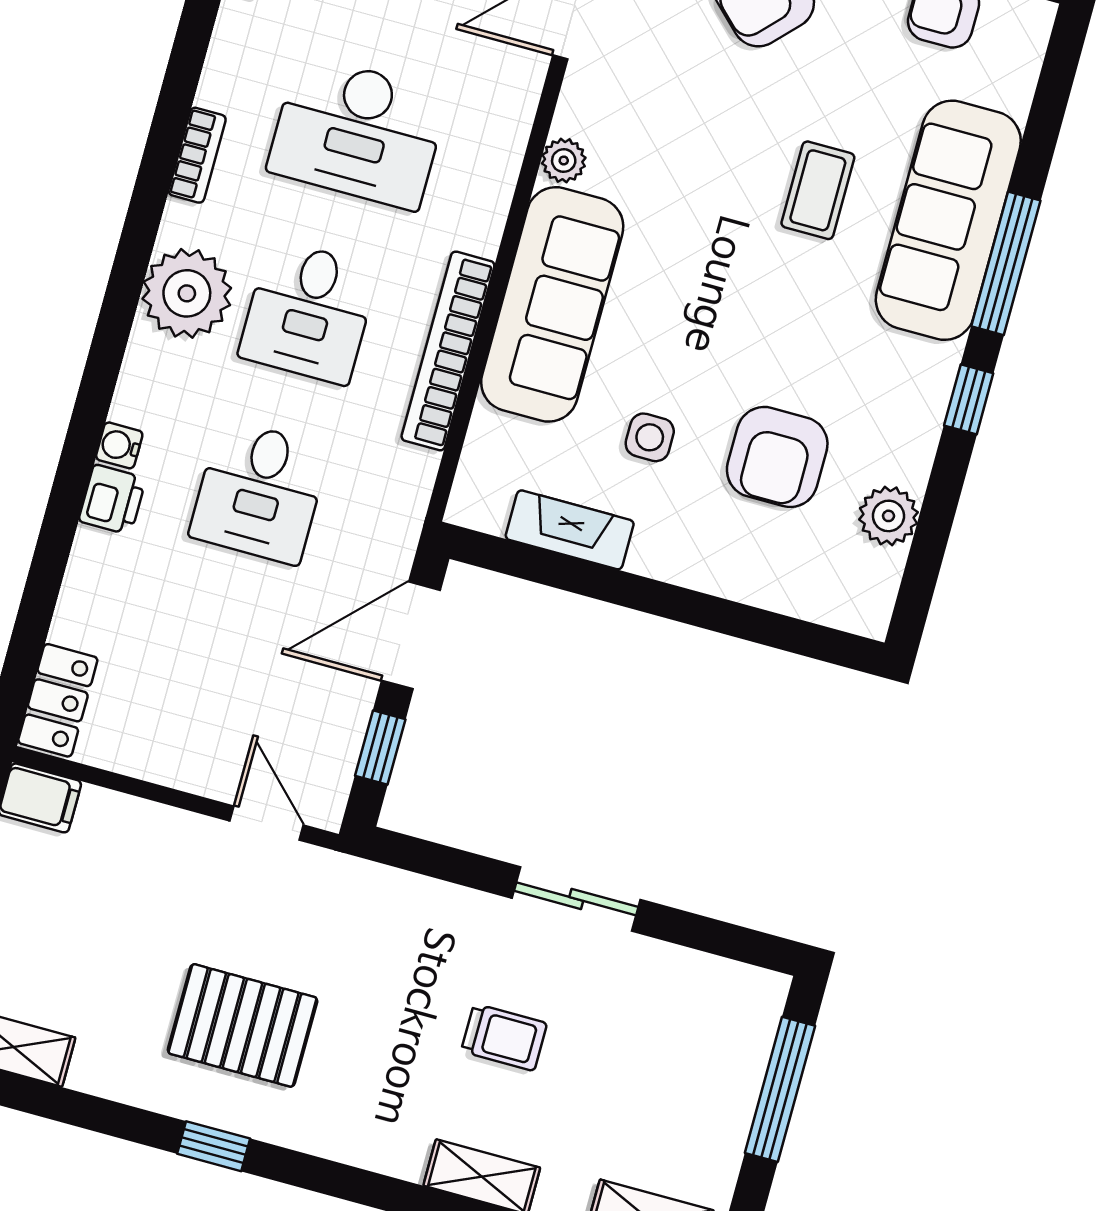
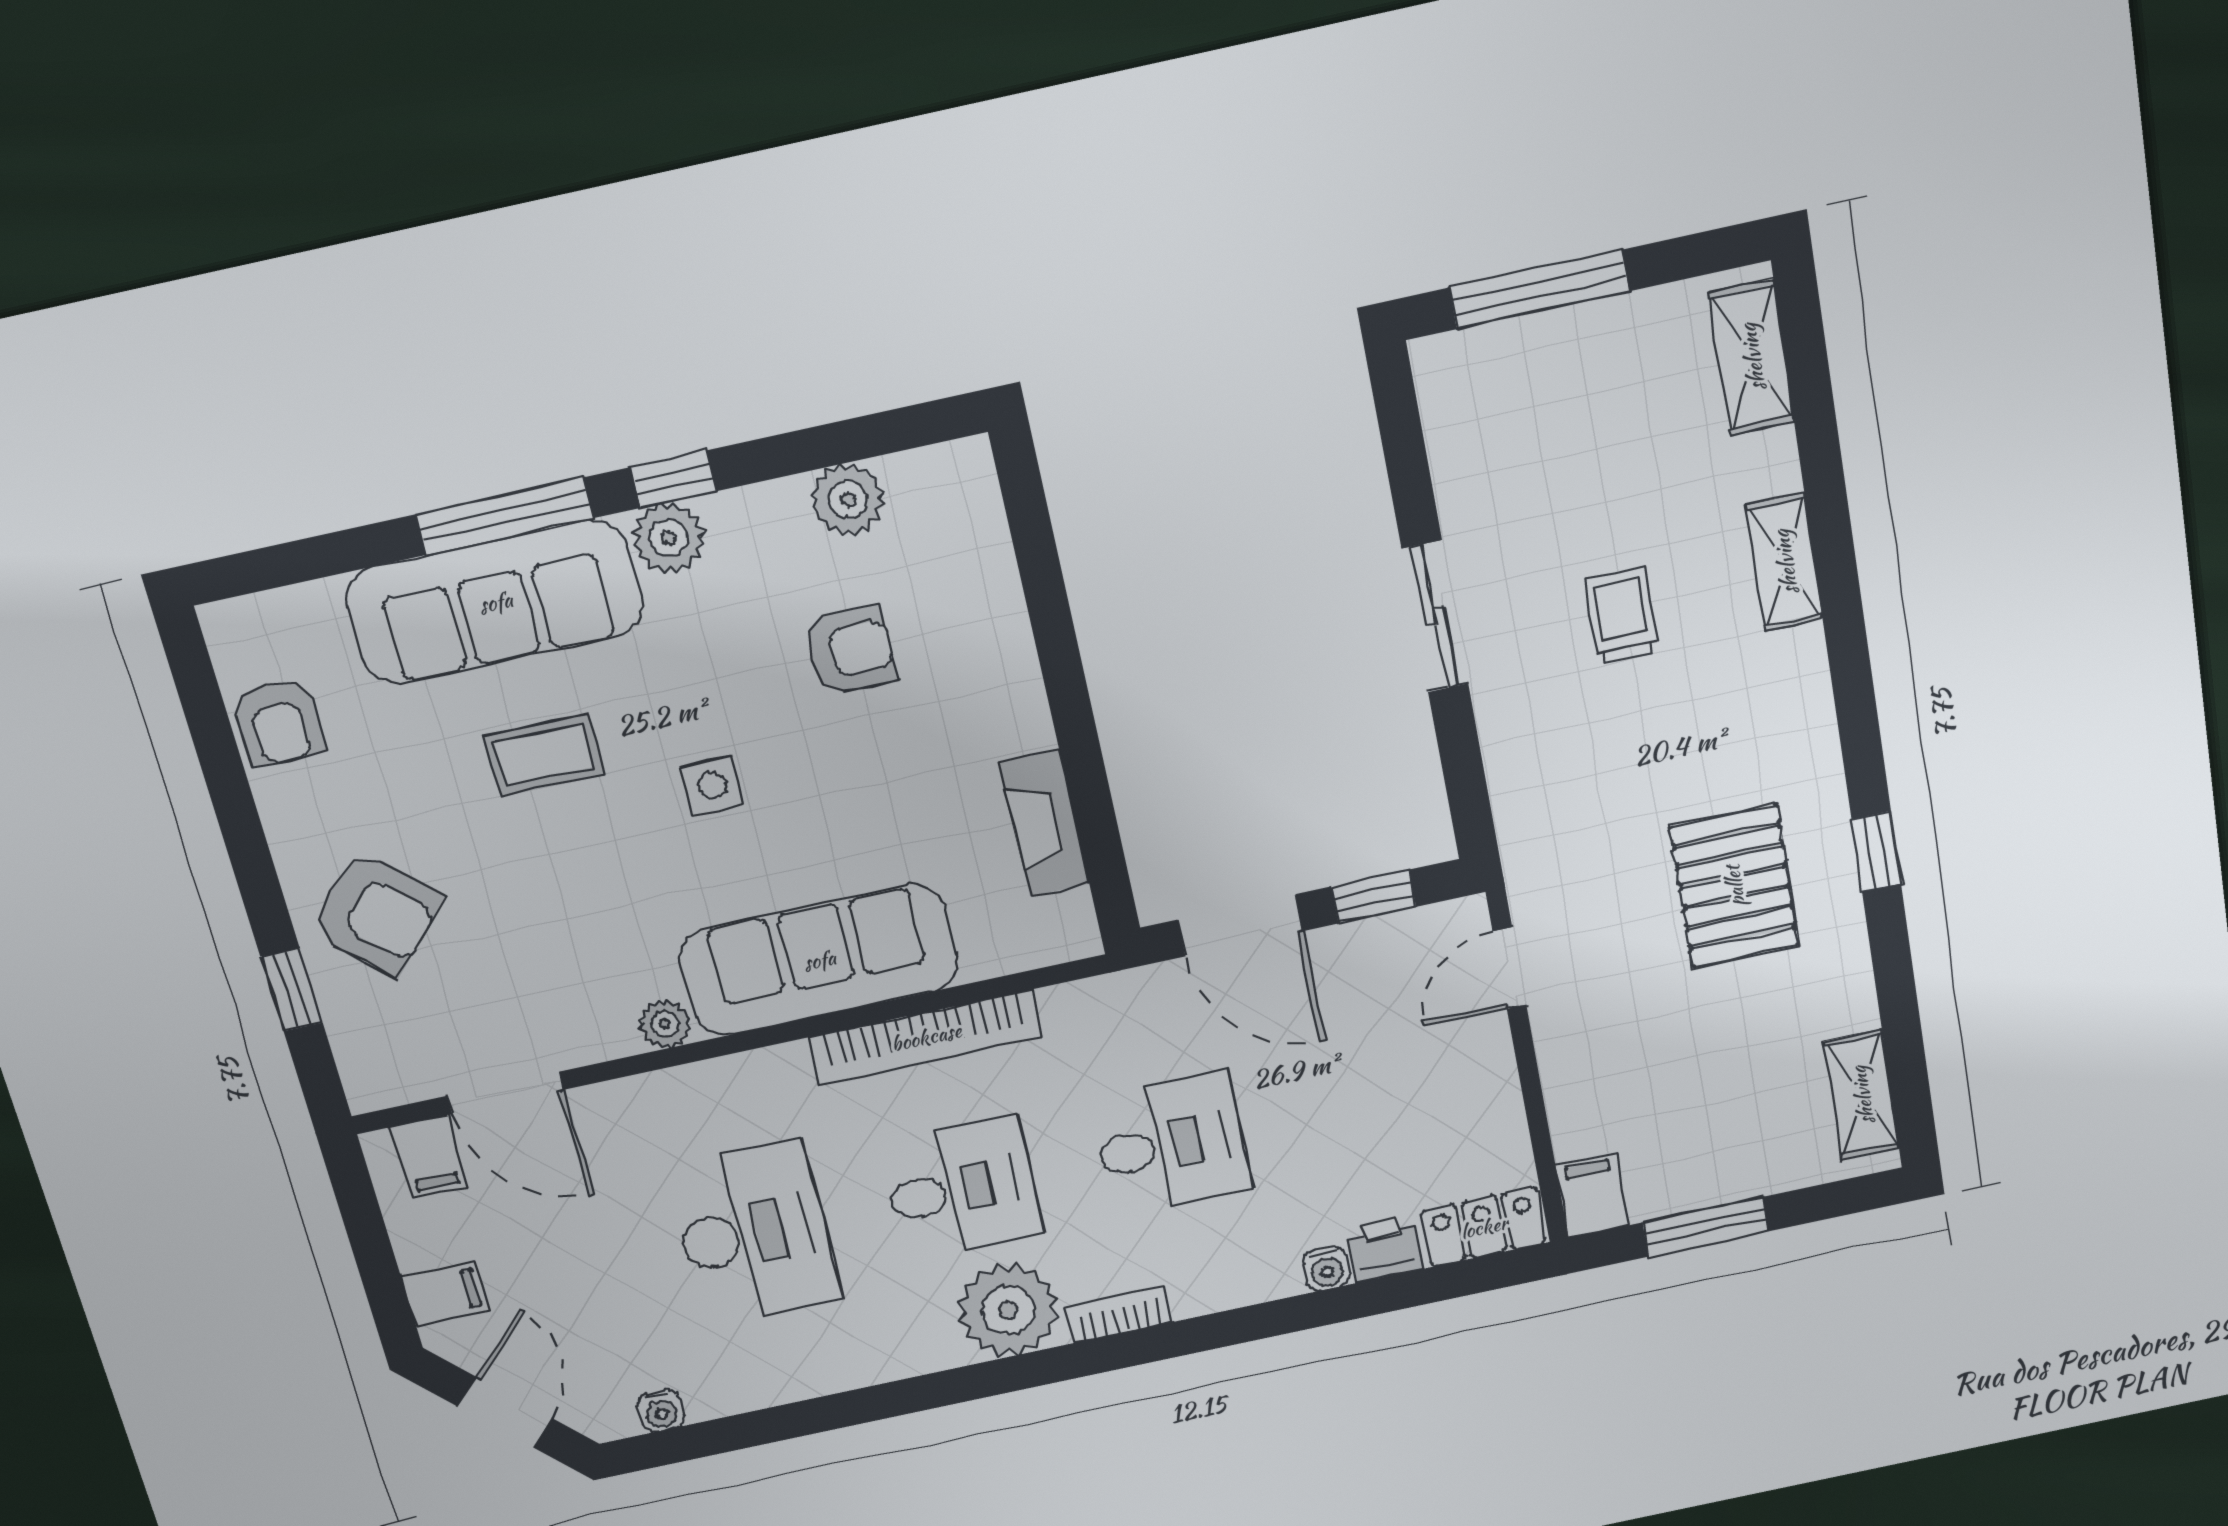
bookcase: (197, 155) -> (1119, 1314), moved
plant: (928, 372) -> (669, 538), added
side table: (650, 437) -> (712, 786), moved
water cooler: (119, 445) -> (1327, 1269), moved
armchair: (777, 457) -> (850, 651), width x0.72, depth x0.72
printer: (112, 500) -> (1385, 1248), moved

